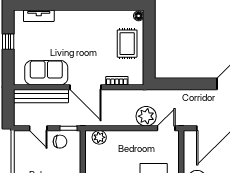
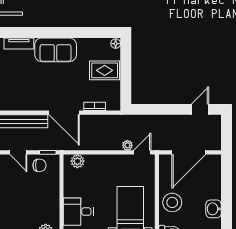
rug: (127, 44) -> (105, 70), turned 90
sofa: (46, 73) -> (56, 50), moved, turned 180
plant: (146, 116) -> (127, 145), width x0.53, depth x0.53

